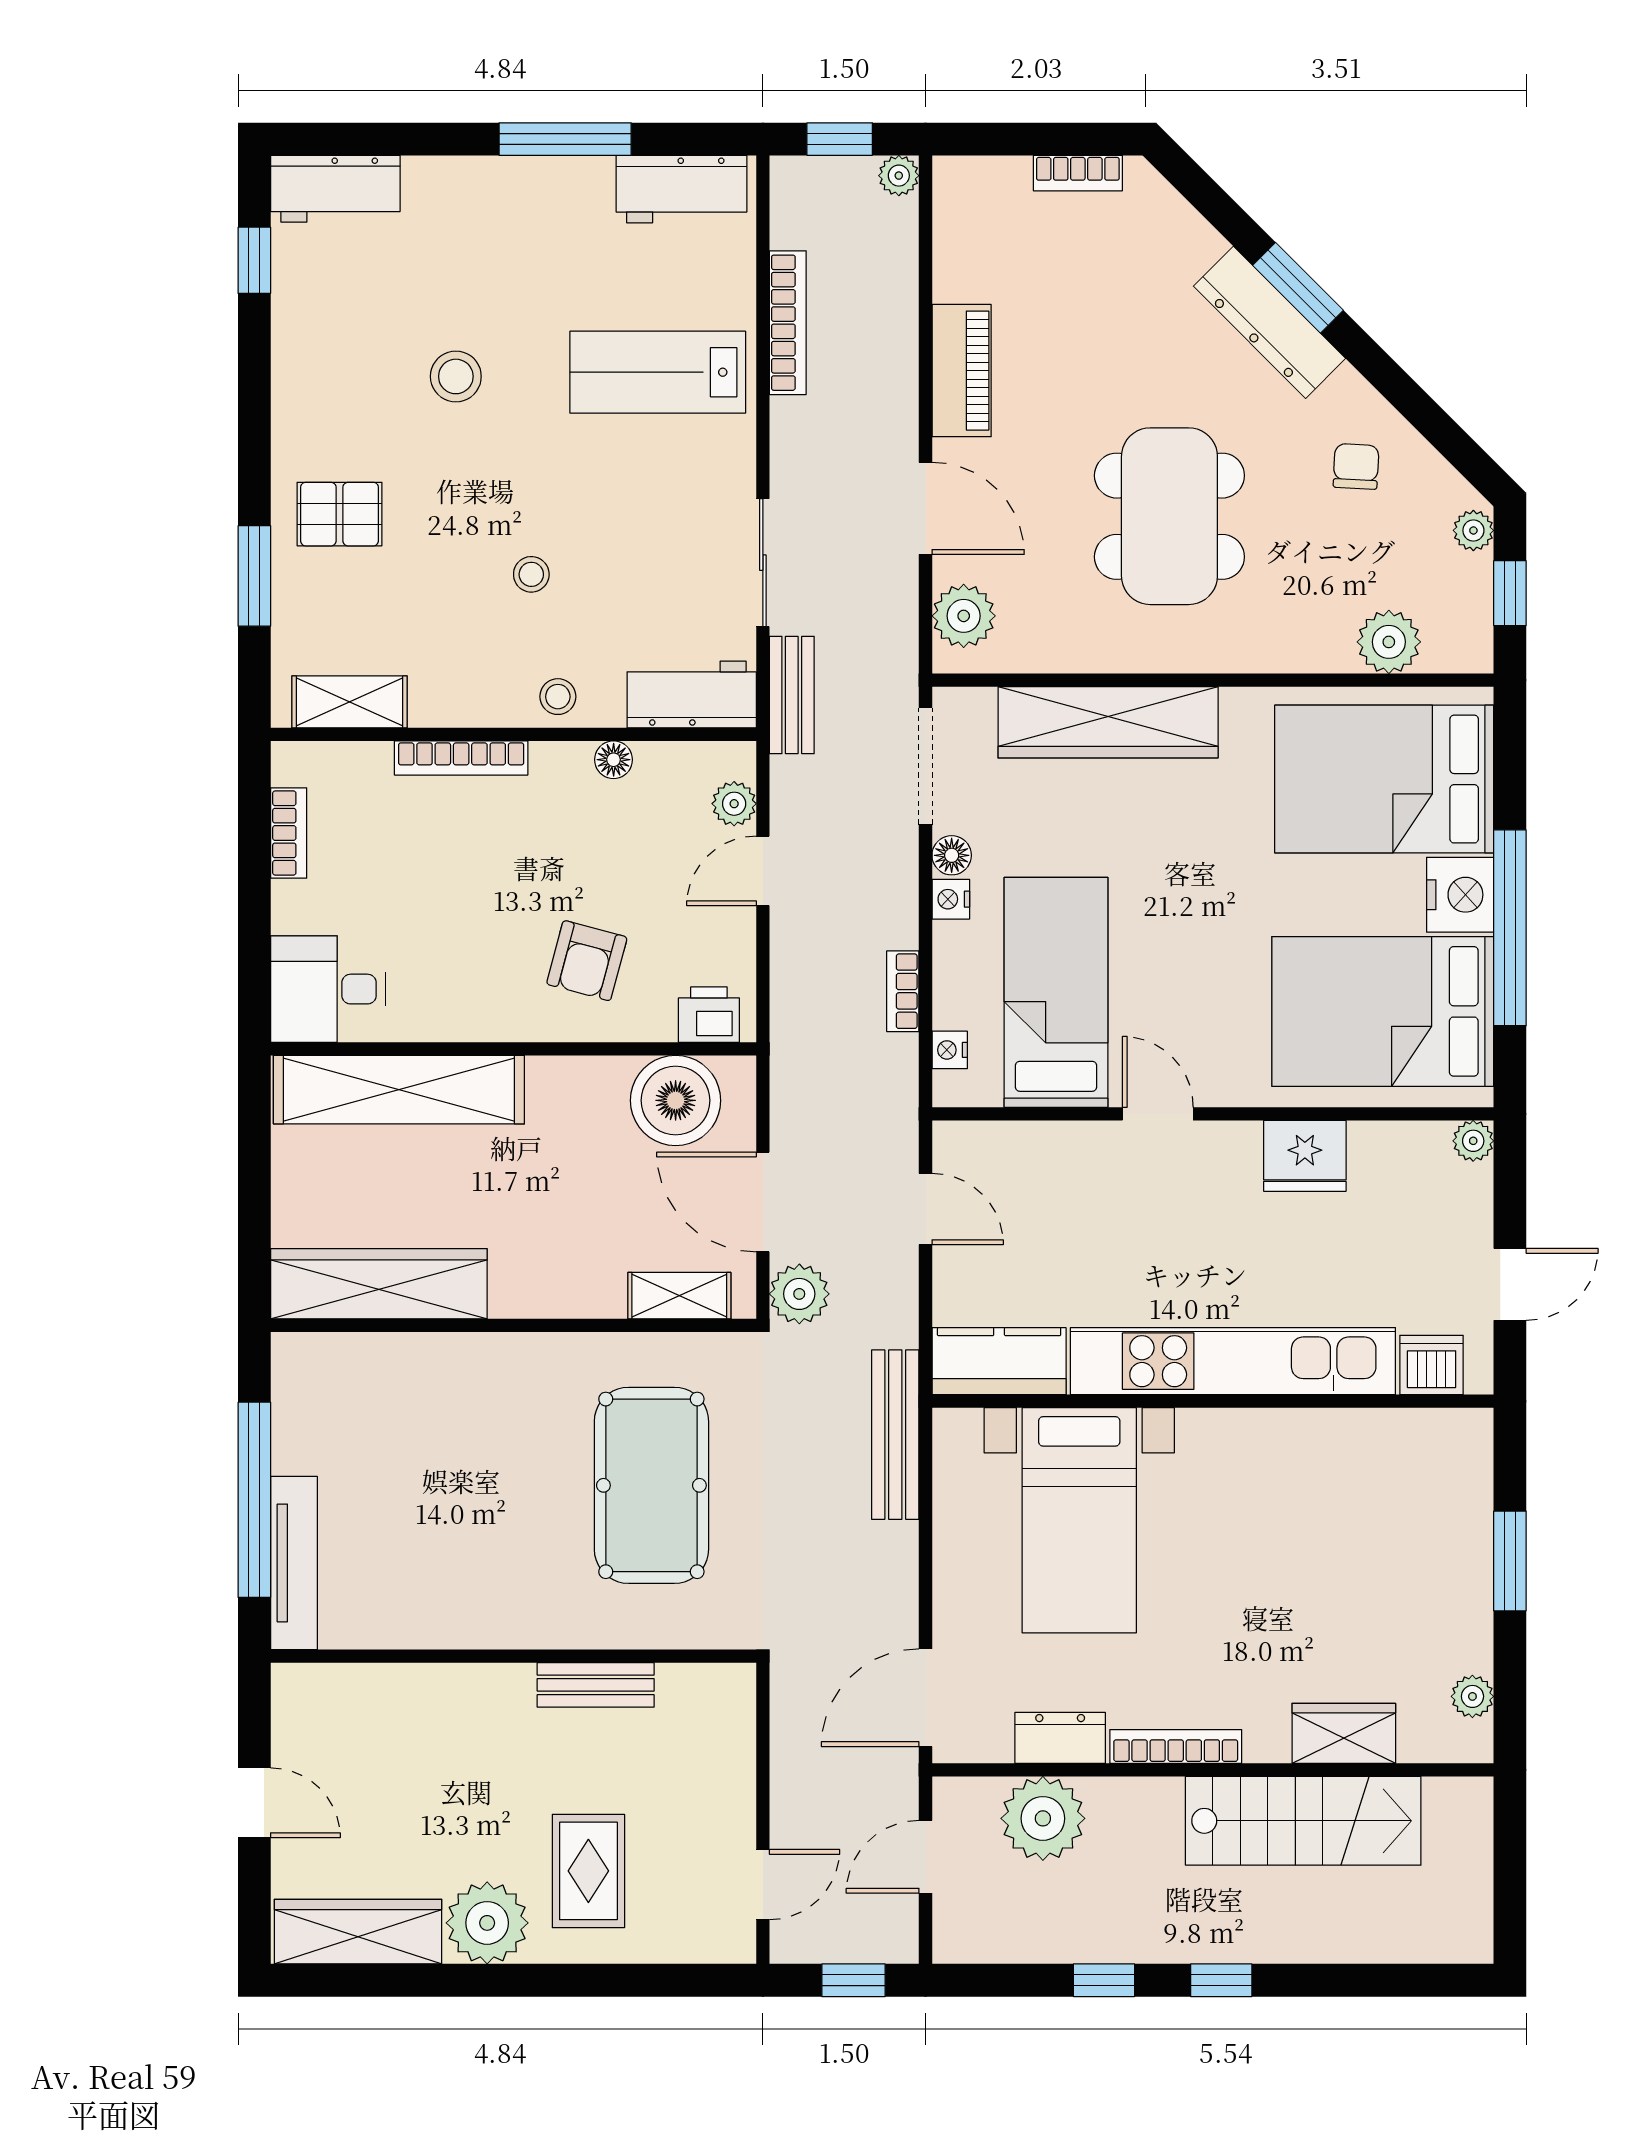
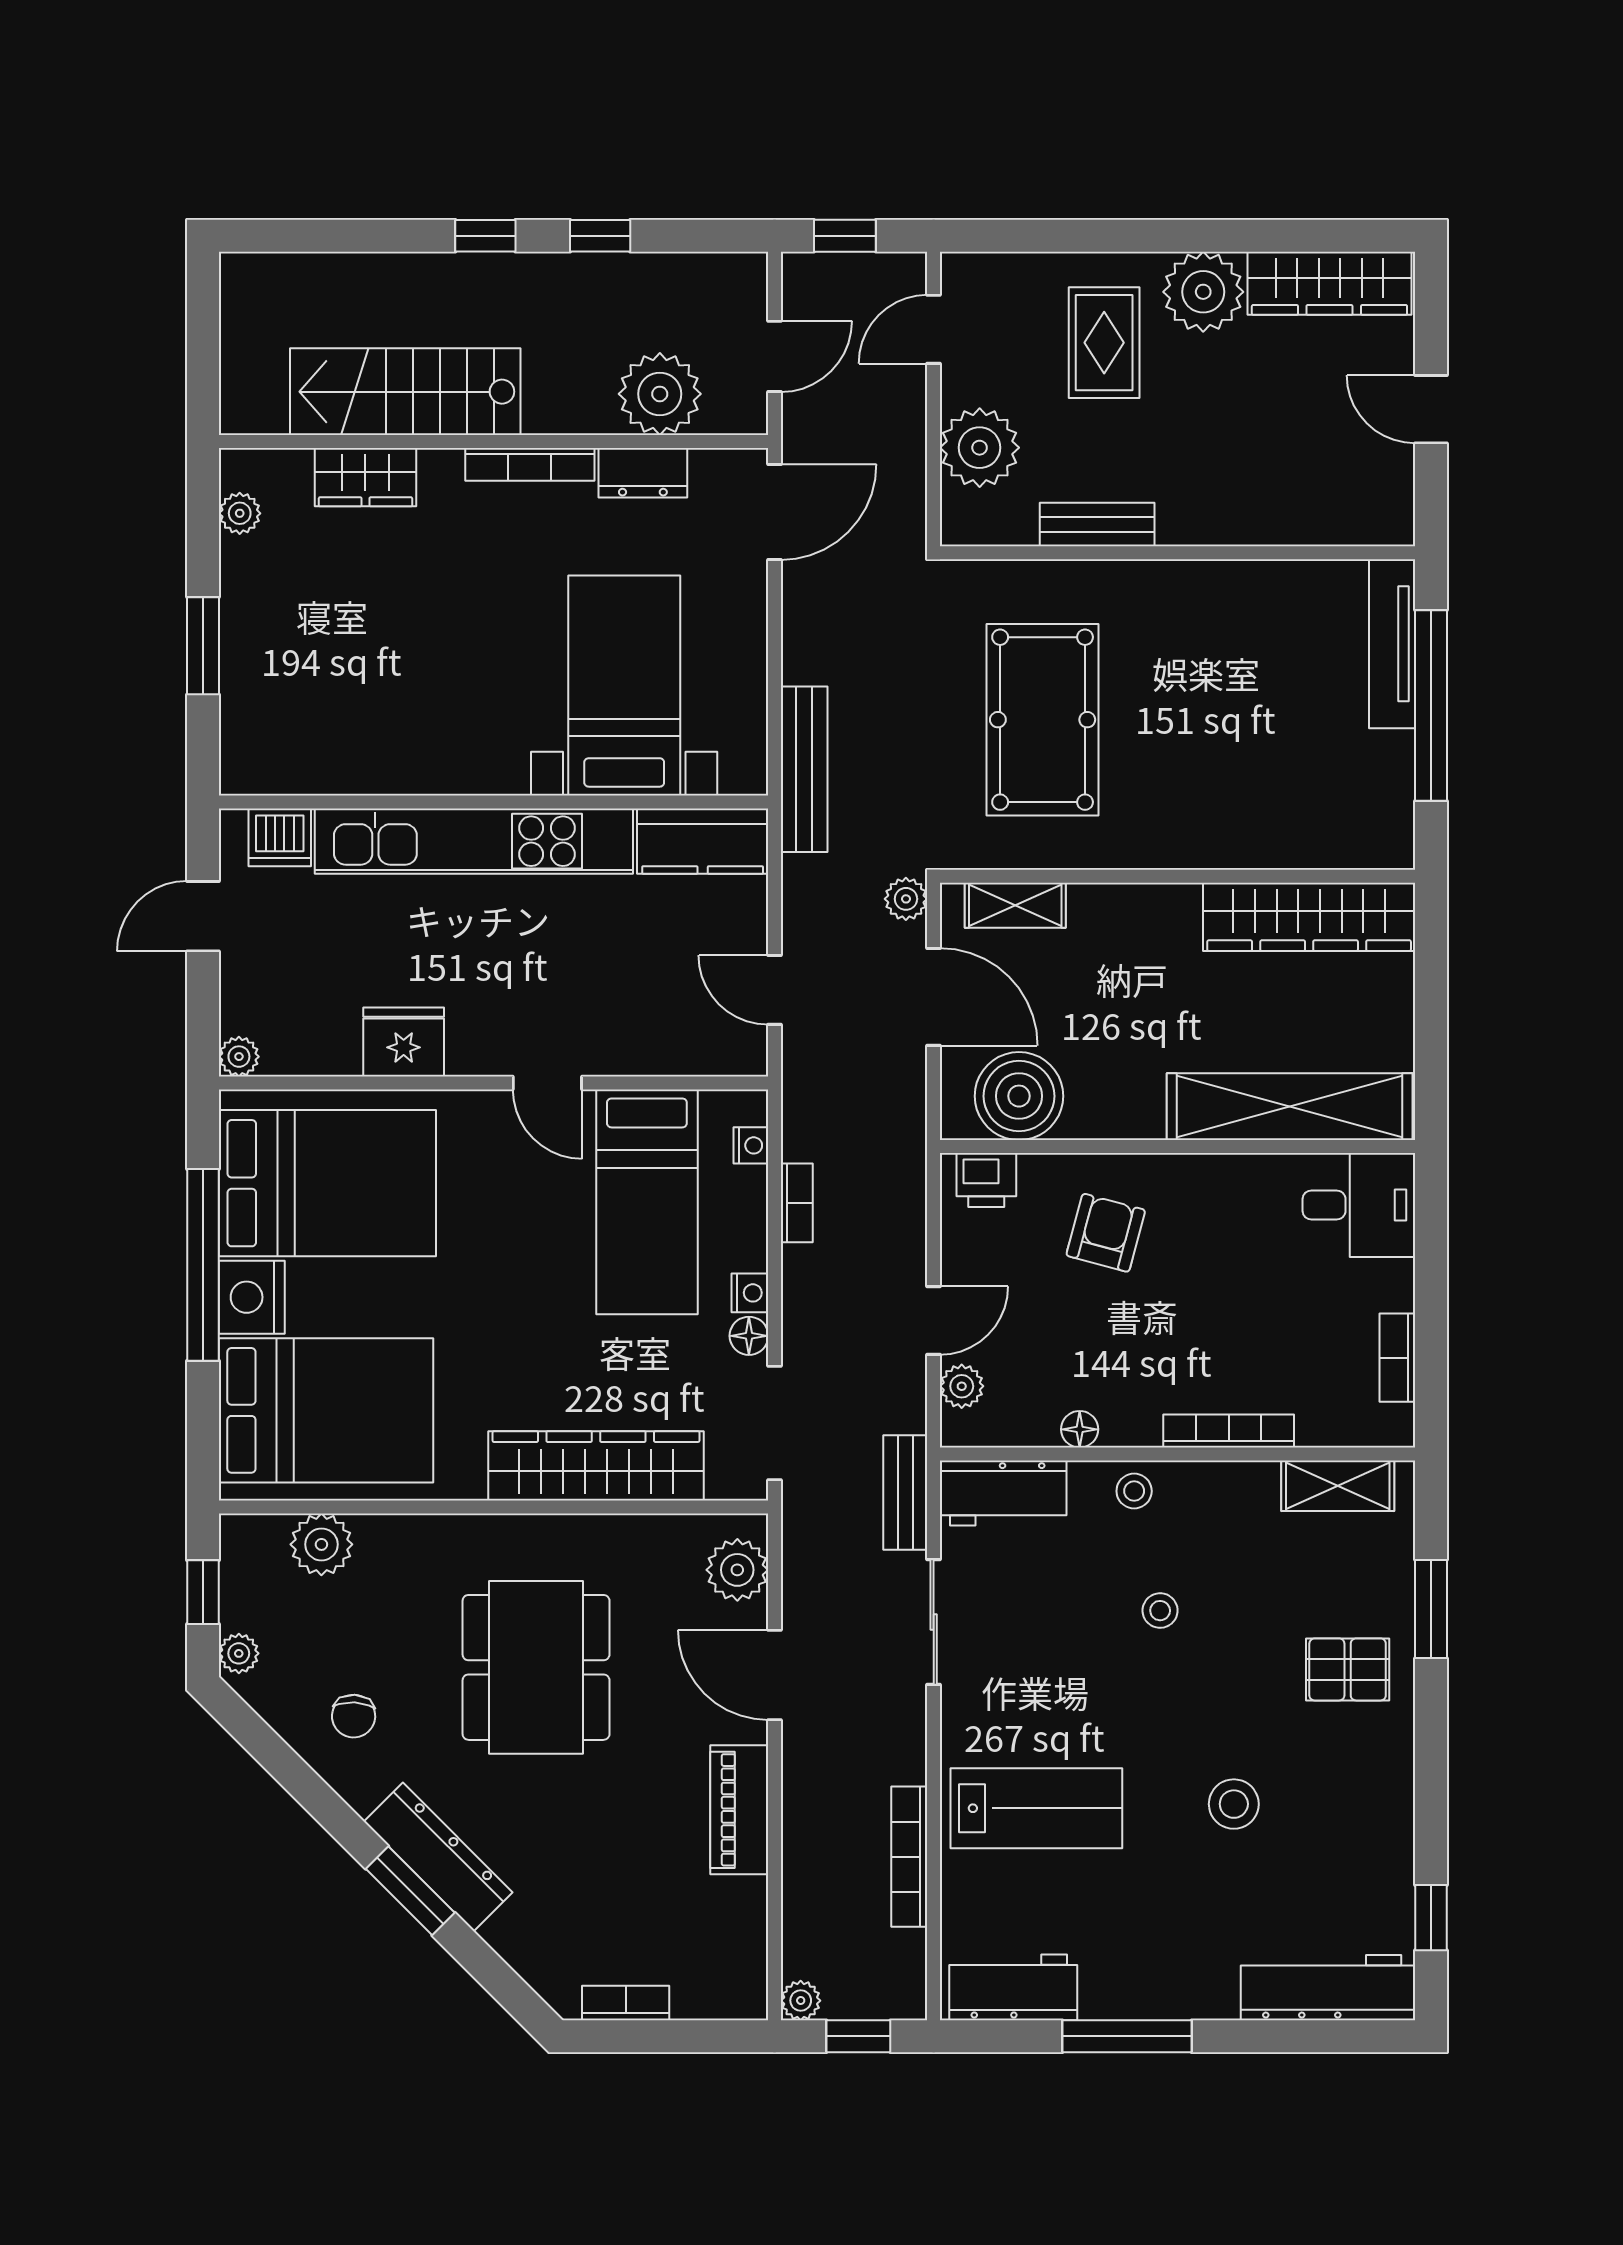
workbench: (335, 189) -> (1328, 1988), width x1.38
plant: (799, 1294) -> (906, 899), width x0.73, depth x0.73
plant: (716, 1764) -> (980, 448), added

